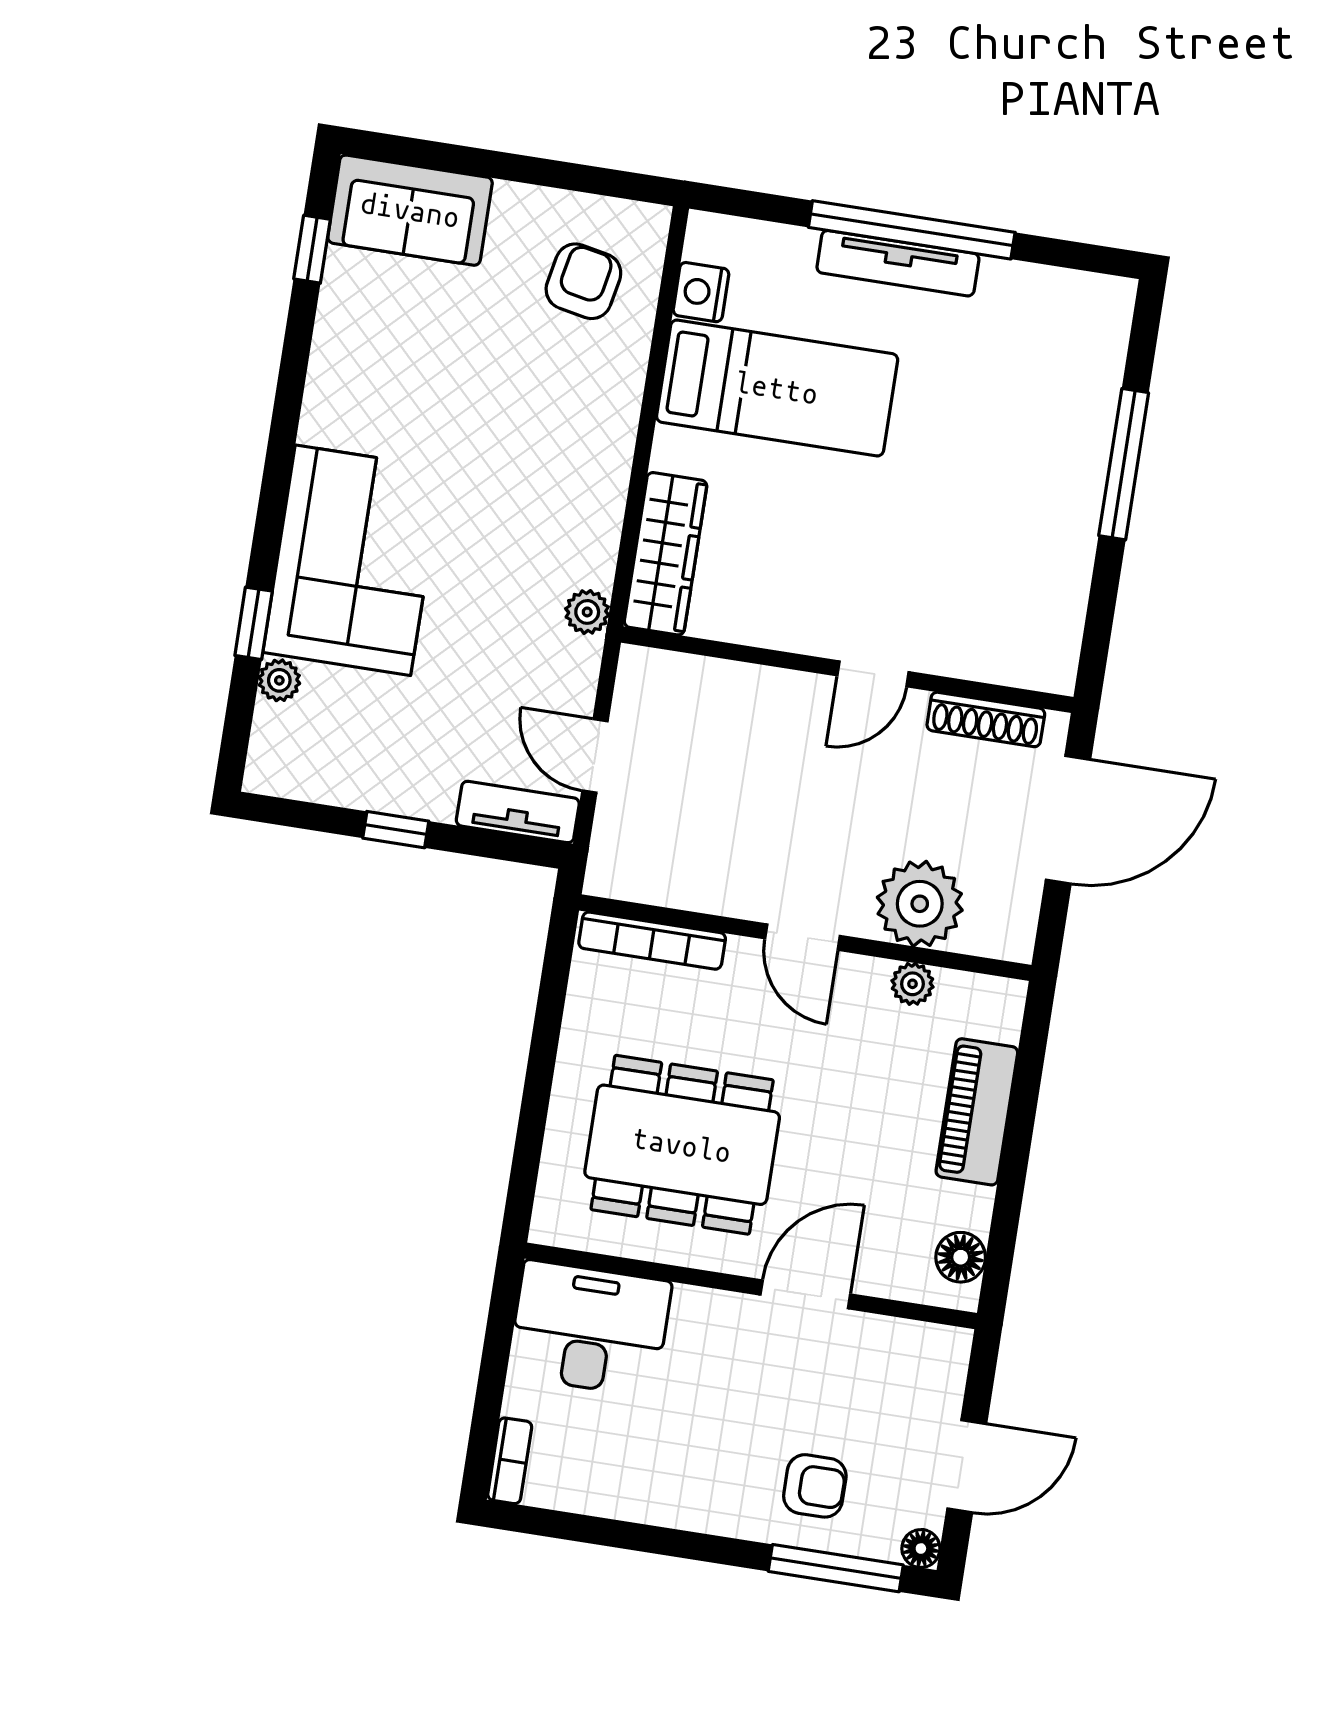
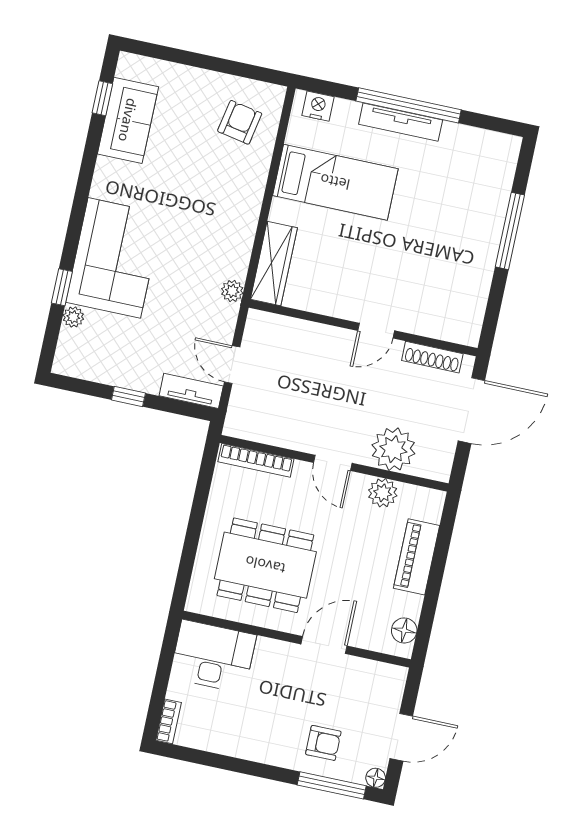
sofa: (410, 210) -> (128, 120), moved, turned -90
nightstand: (701, 292) -> (318, 106), moved, turned 90
plant: (913, 984) -> (383, 493), width x1.38, depth x1.38

